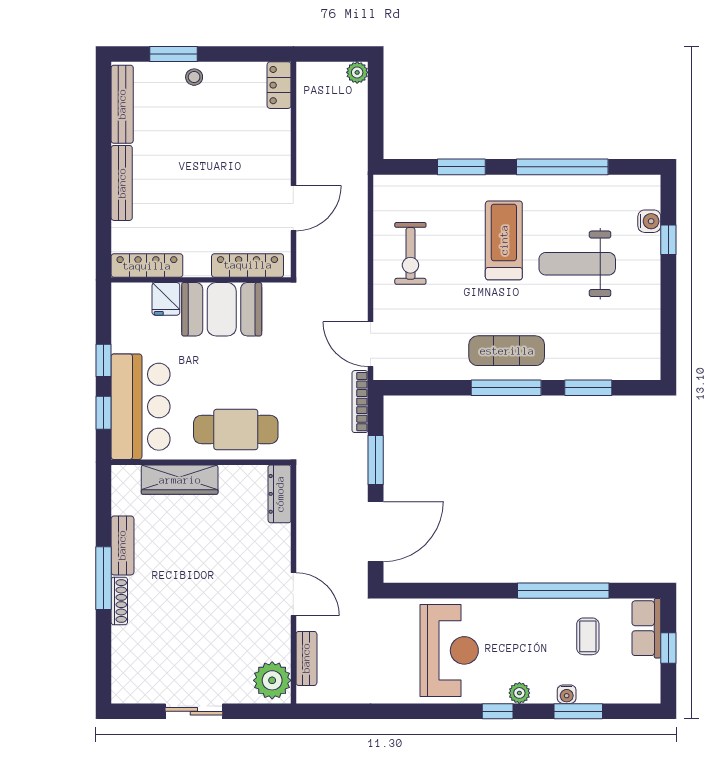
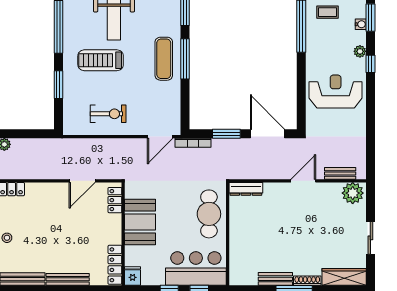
door: (293, 208) -> (82, 181), swing flipped
locker: (248, 265) -> (115, 200), width x0.66
fridge: (166, 299) -> (133, 276), moved, turned -90
wardrobe: (180, 480) -> (344, 277), moved, turned -90

